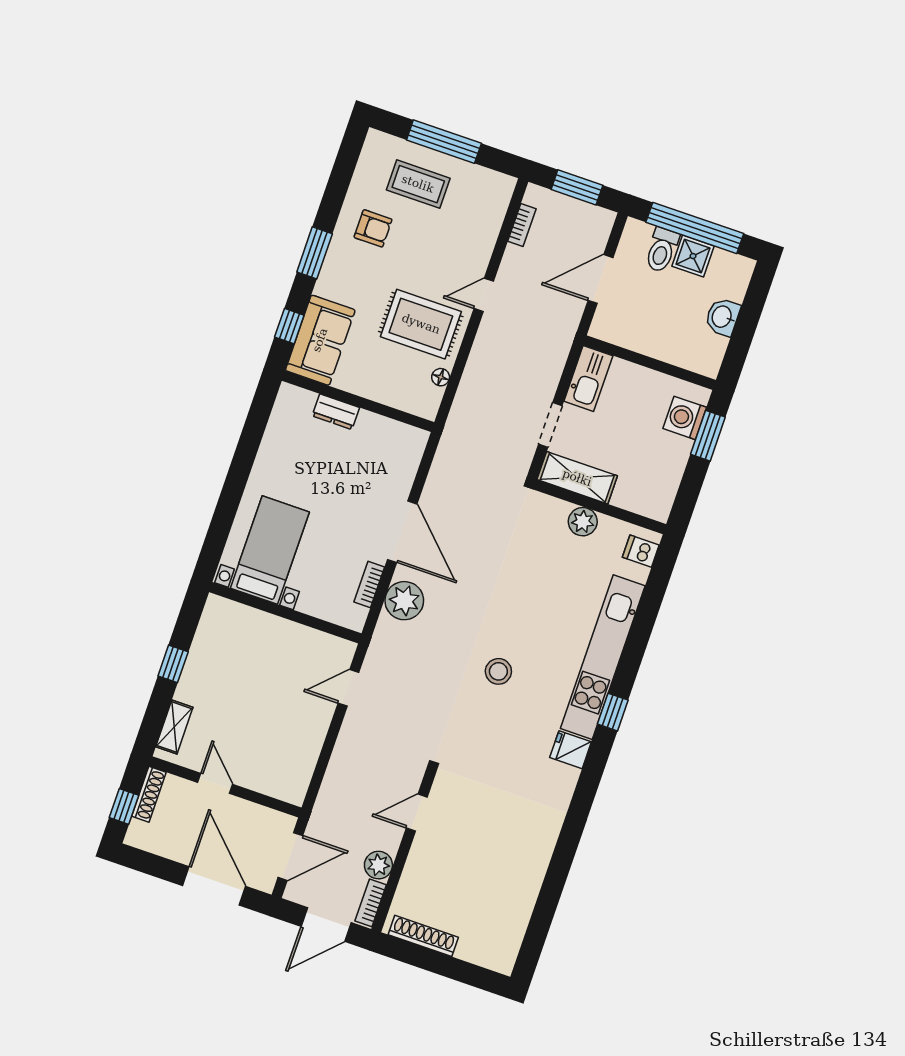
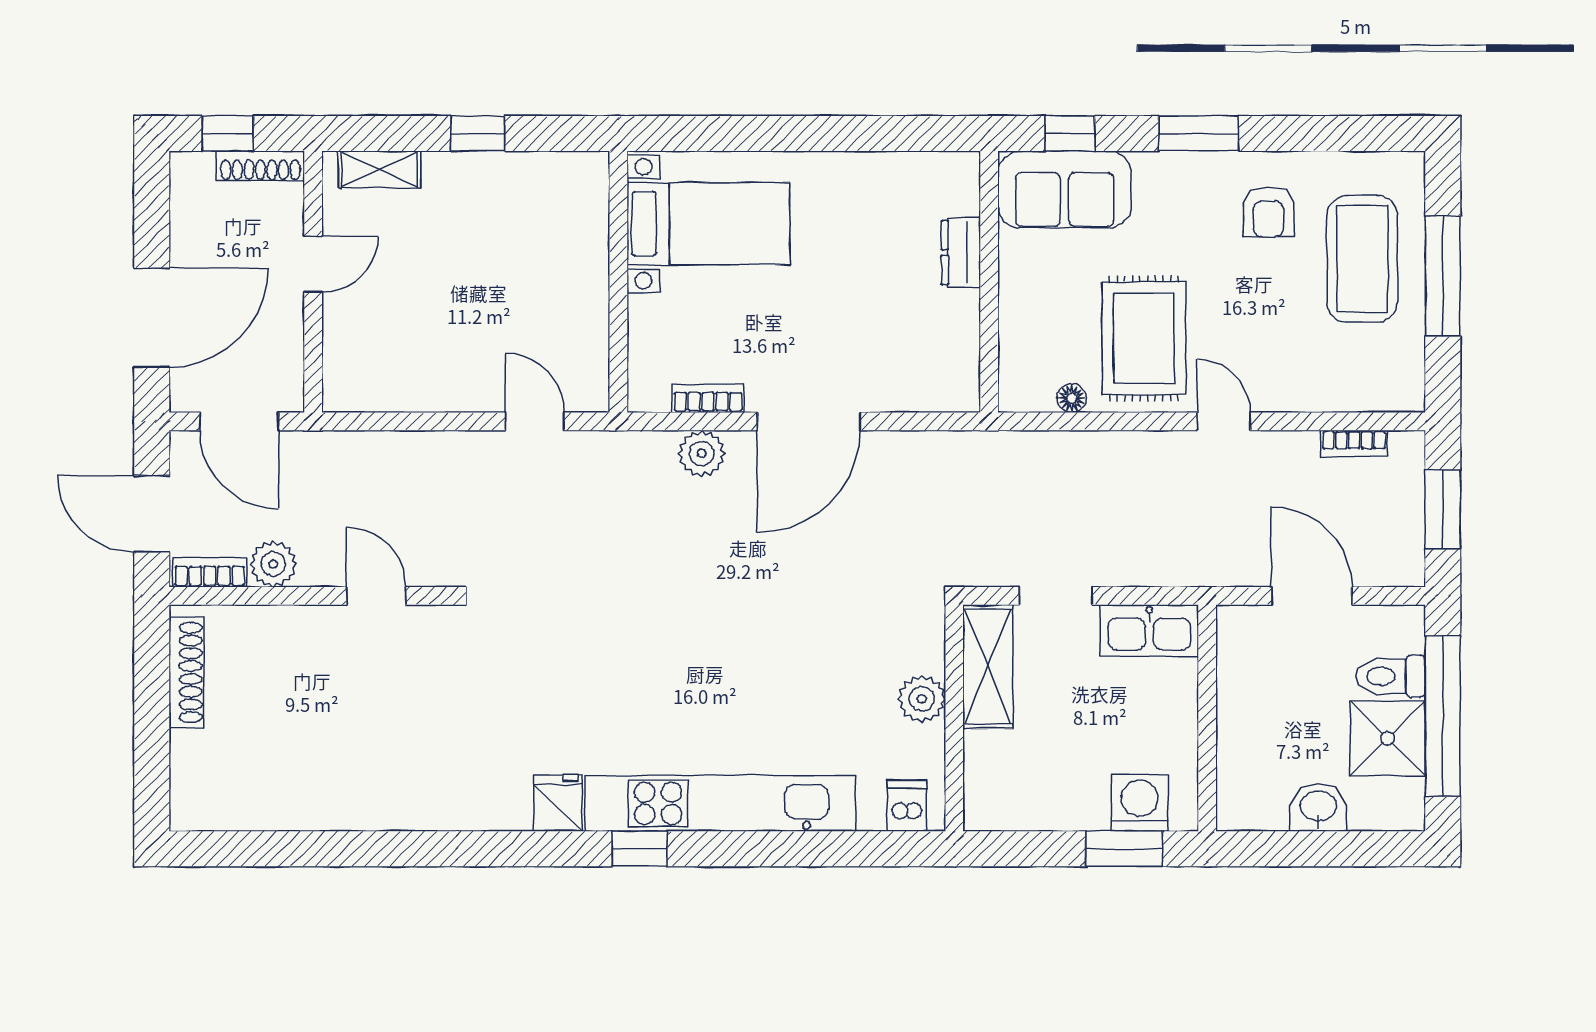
coffee table: (418, 184) -> (1362, 259), width x1.36, depth x1.32
shower: (693, 256) -> (1388, 738), width x1.36, depth x1.36
plant: (404, 601) -> (702, 453), width x0.73, depth x0.73
stool: (498, 671) -> (642, 648), removed

